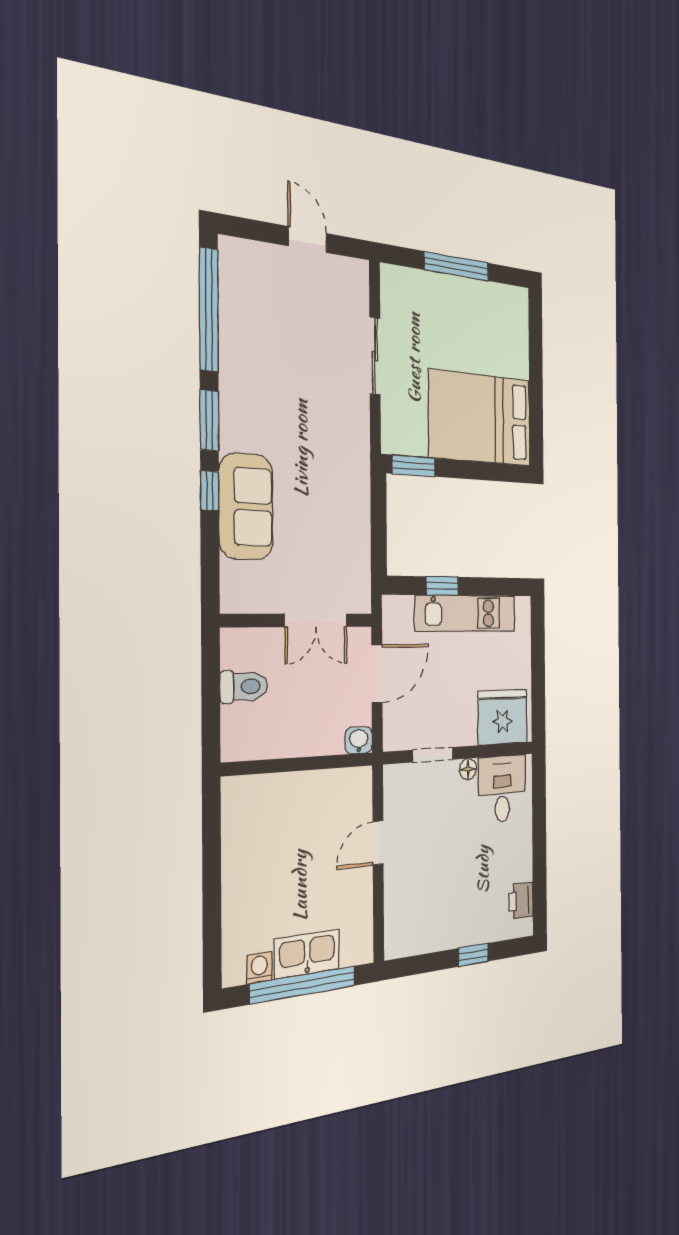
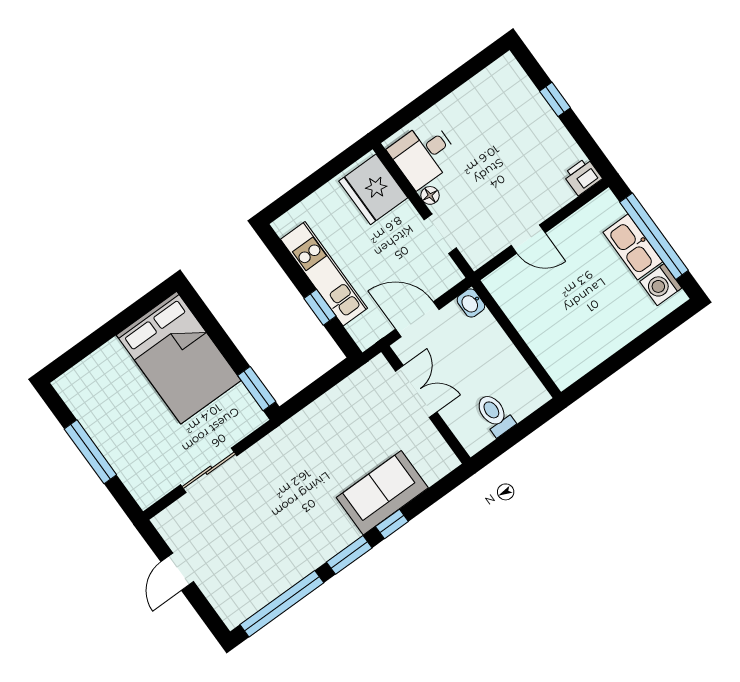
printer: (521, 901) -> (583, 176), moved, turned 180
washing machine: (259, 968) -> (661, 285), width x1.38, depth x1.38

